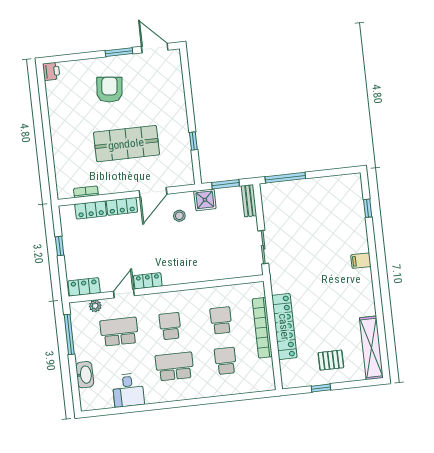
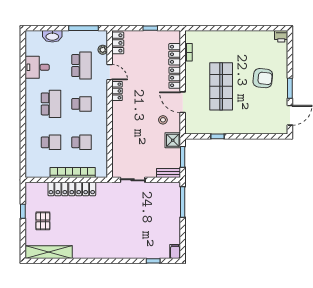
filing cabinet: (361, 261) -> (175, 251), moved

